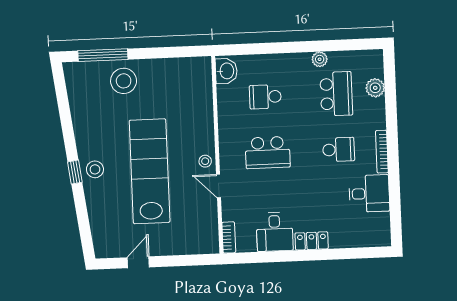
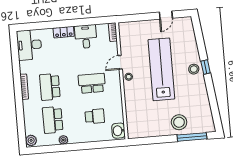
plant: (375, 88) -> (31, 140), moved
school desk: (339, 150) -> (50, 87), width x1.85
lab bench: (150, 171) -> (161, 69), turned 180
door: (219, 186) -> (120, 62), swing flipped
desk: (369, 194) -> (29, 45), moved, width x1.37

